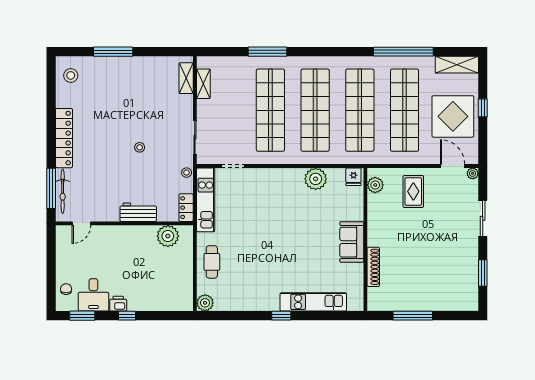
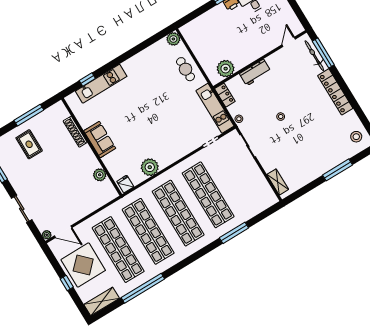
shelving: (203, 84) -> (264, 185), removed
plant: (375, 185) -> (100, 175), moved
rug: (413, 191) -> (29, 144), moved
window: (281, 316) -> (87, 80), moved

